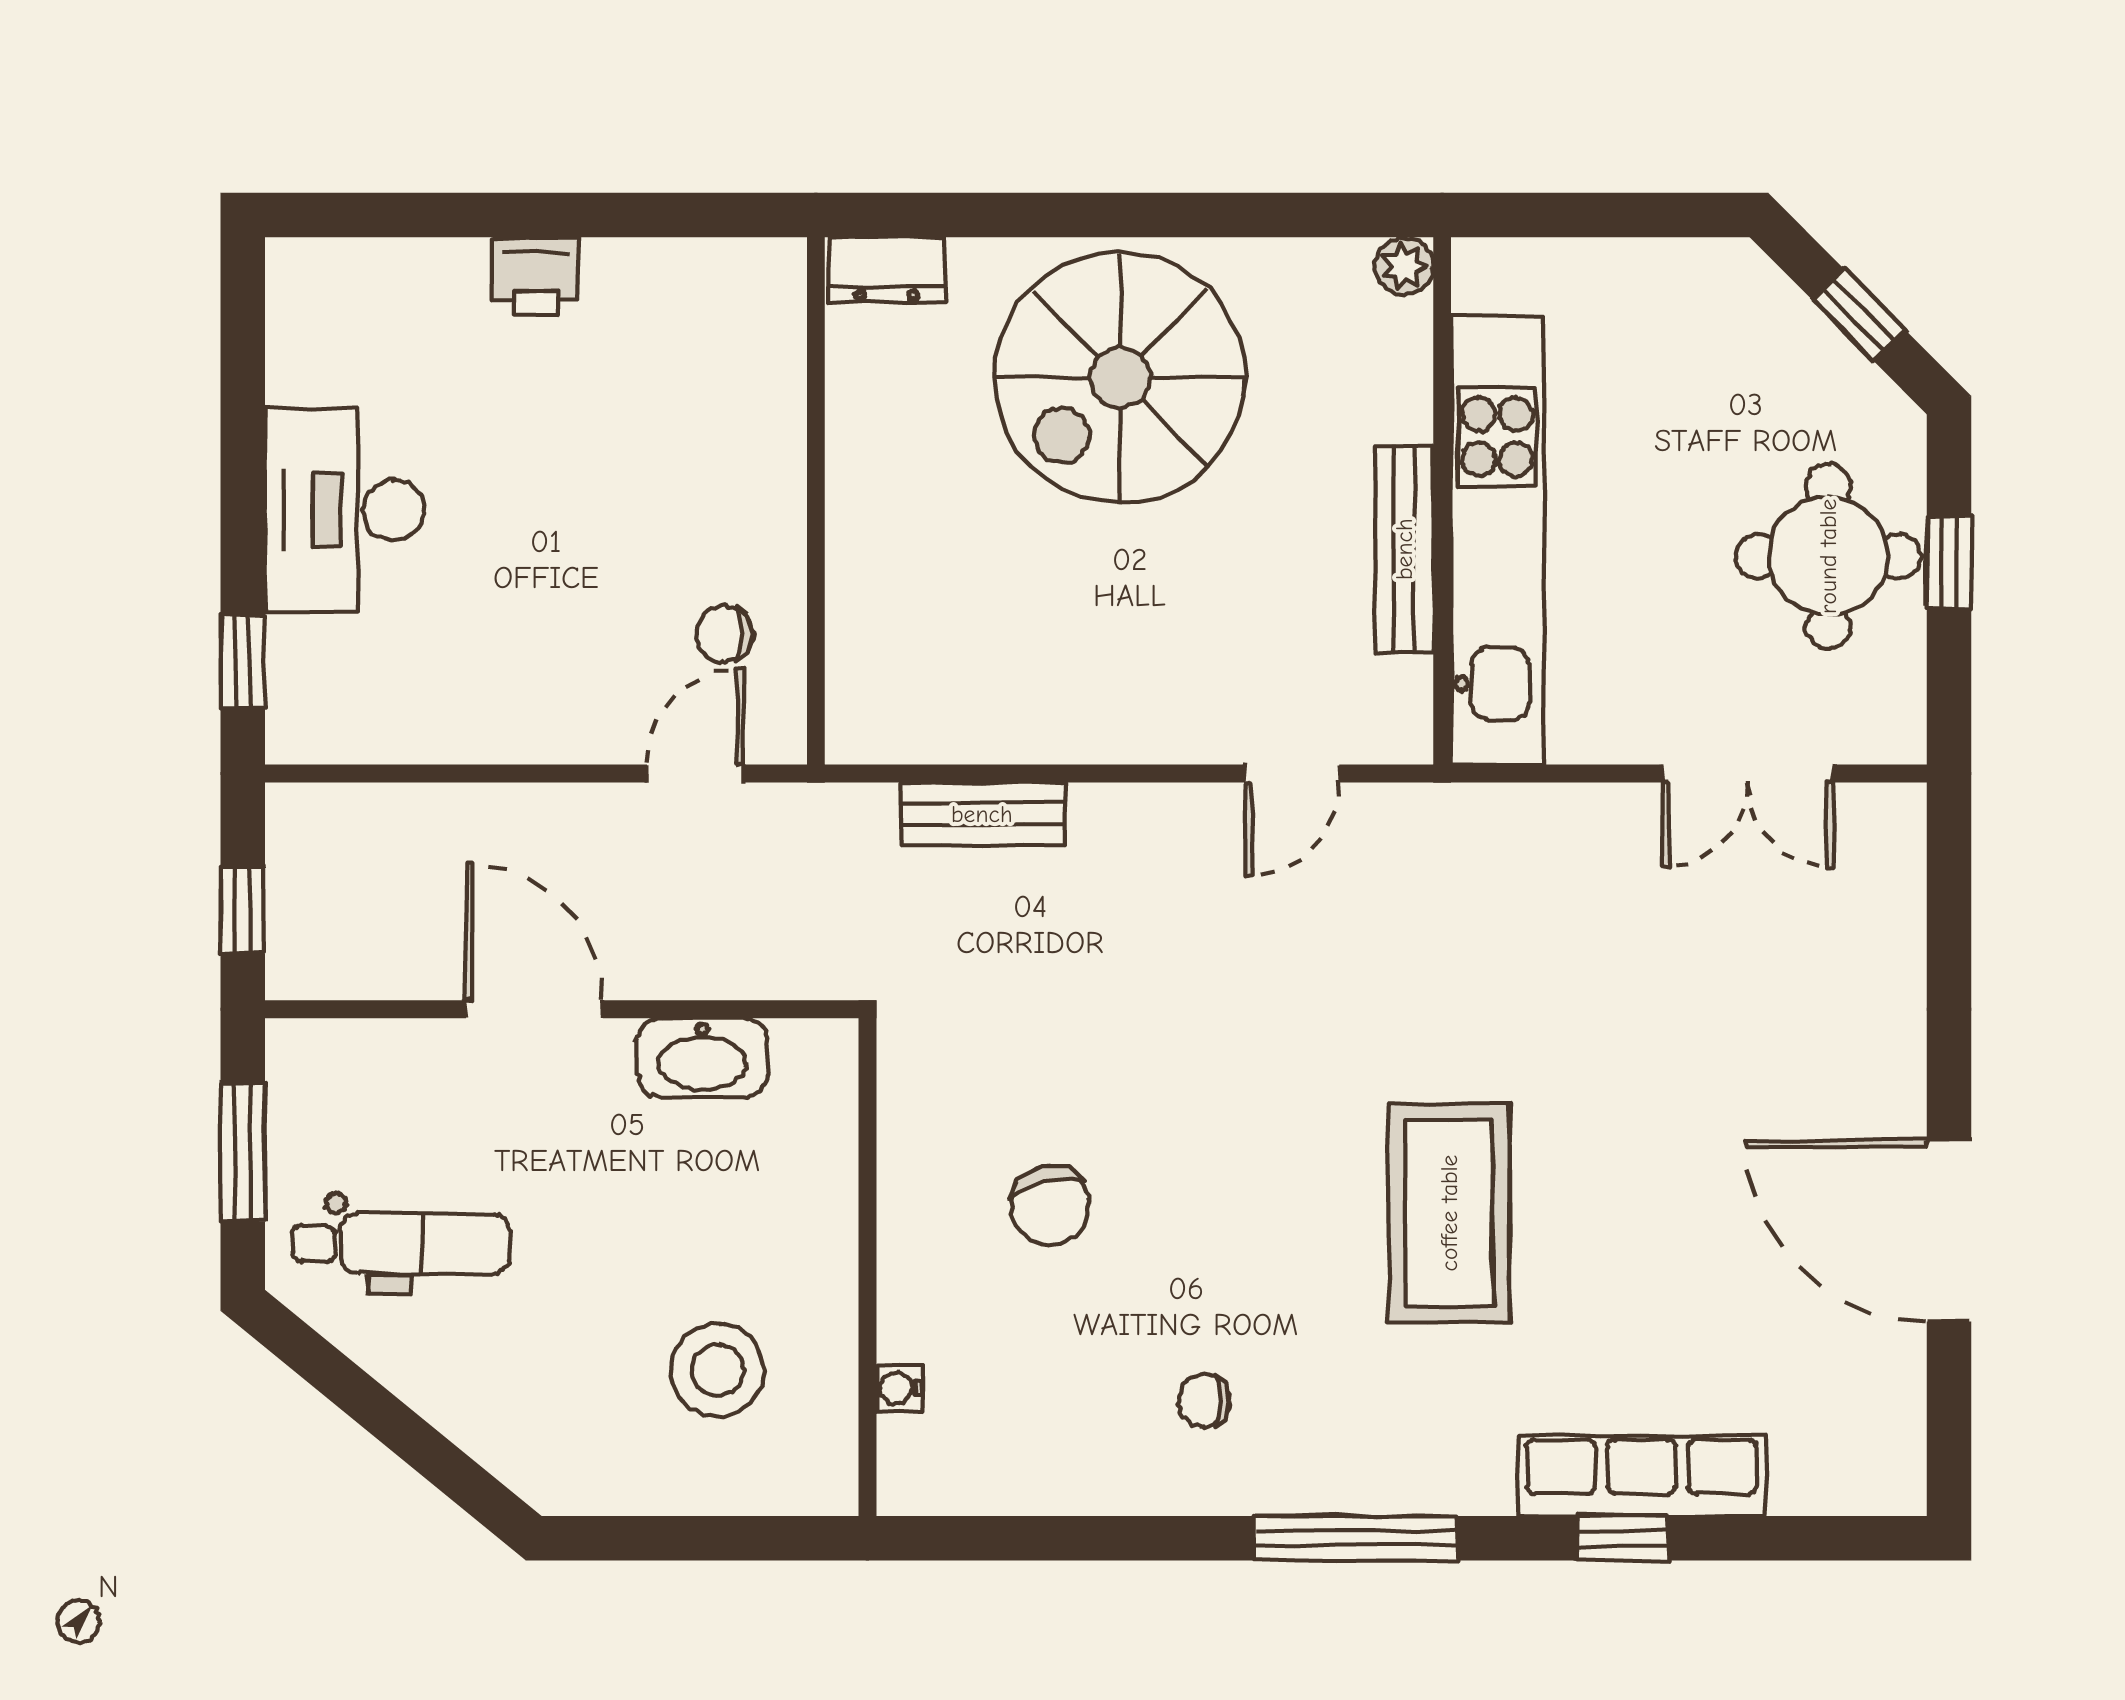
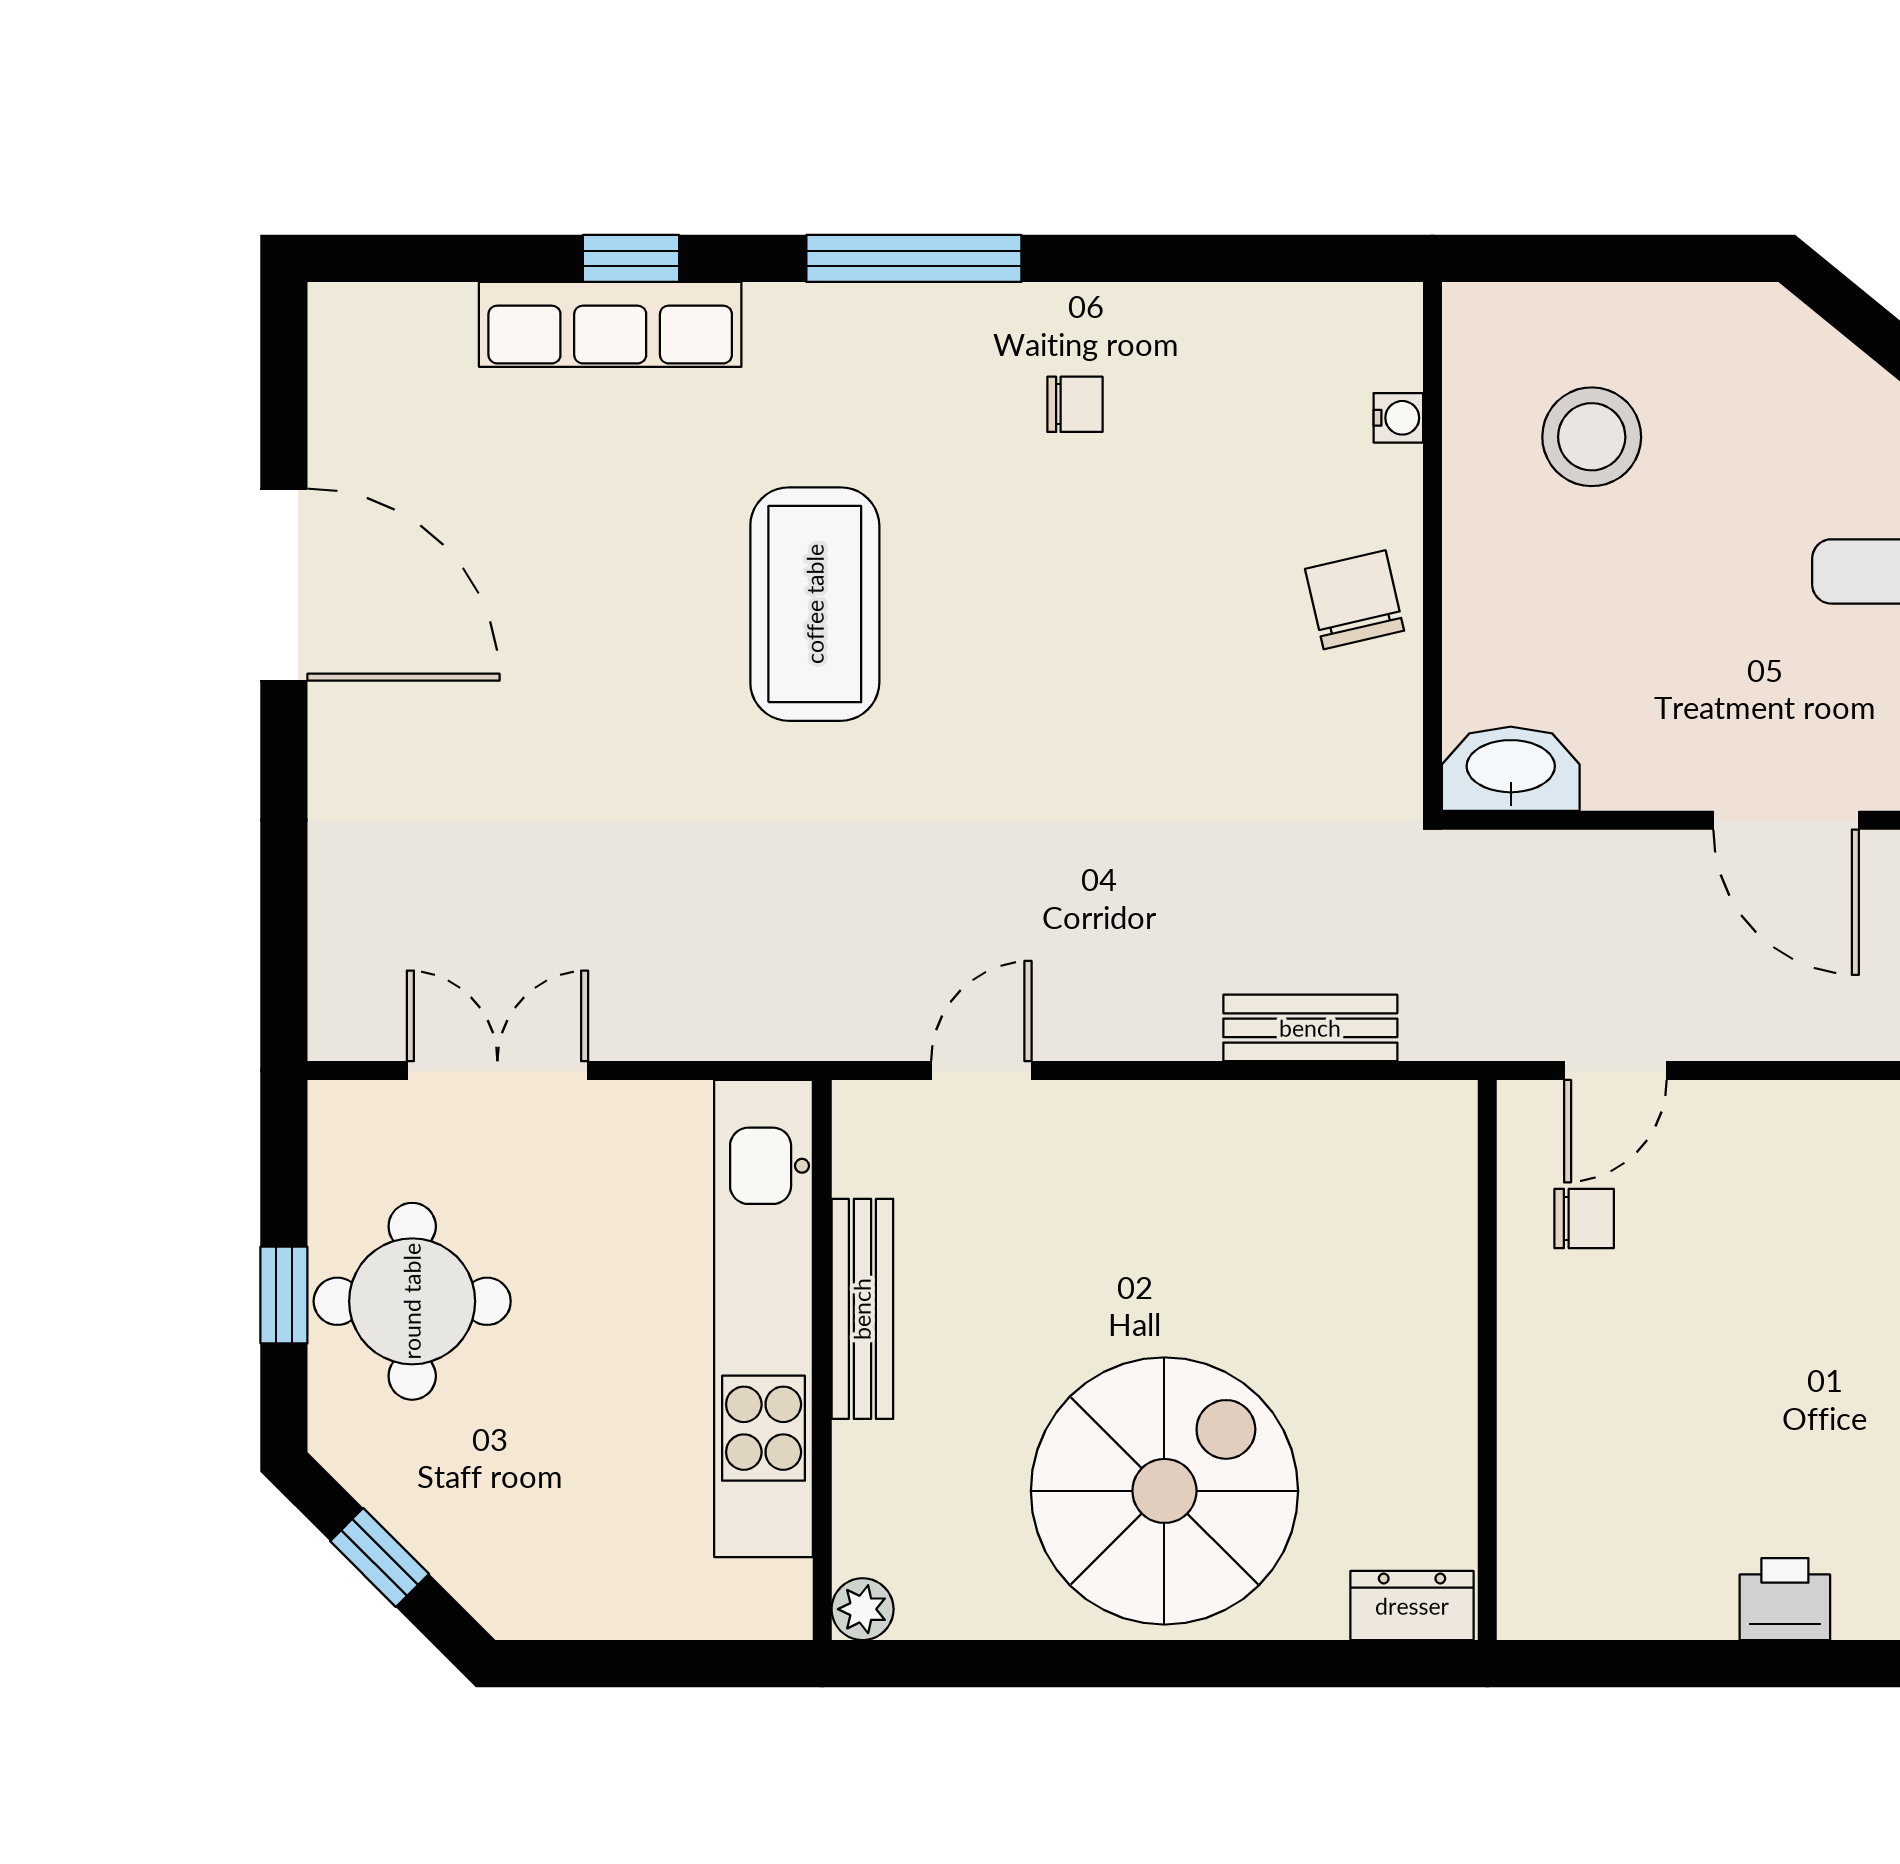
washbasin: (702, 1058) -> (1511, 769), moved
chair: (1051, 1205) -> (1355, 600), moved

